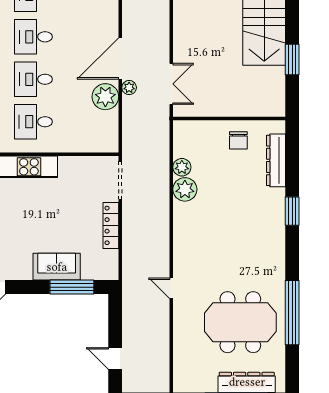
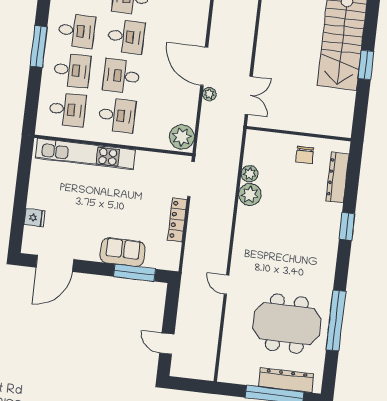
desk: (33, 37) -> (126, 37), turned 180
door: (120, 59) -> (204, 66), hinge flipped
window: (292, 59) -> (366, 65), moved
plant: (105, 97) -> (182, 137), moved
desk: (33, 122) -> (117, 115), turned 180

